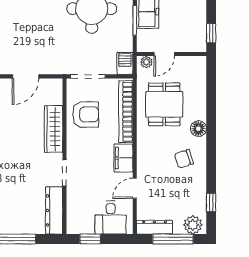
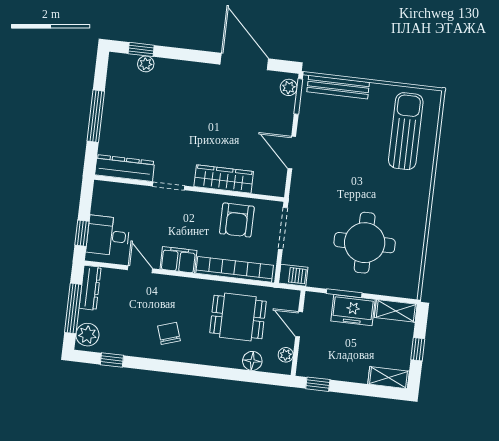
plant: (146, 62) -> (286, 355), moved
floor lamp: (198, 129) -> (252, 361), moved
window: (90, 239) -> (82, 233), moved

